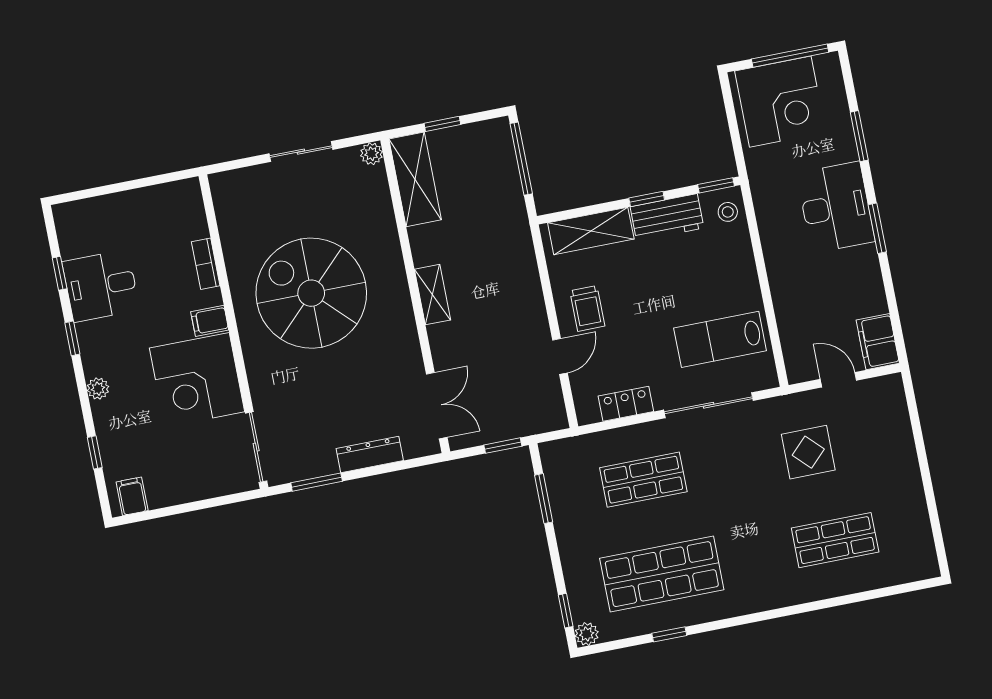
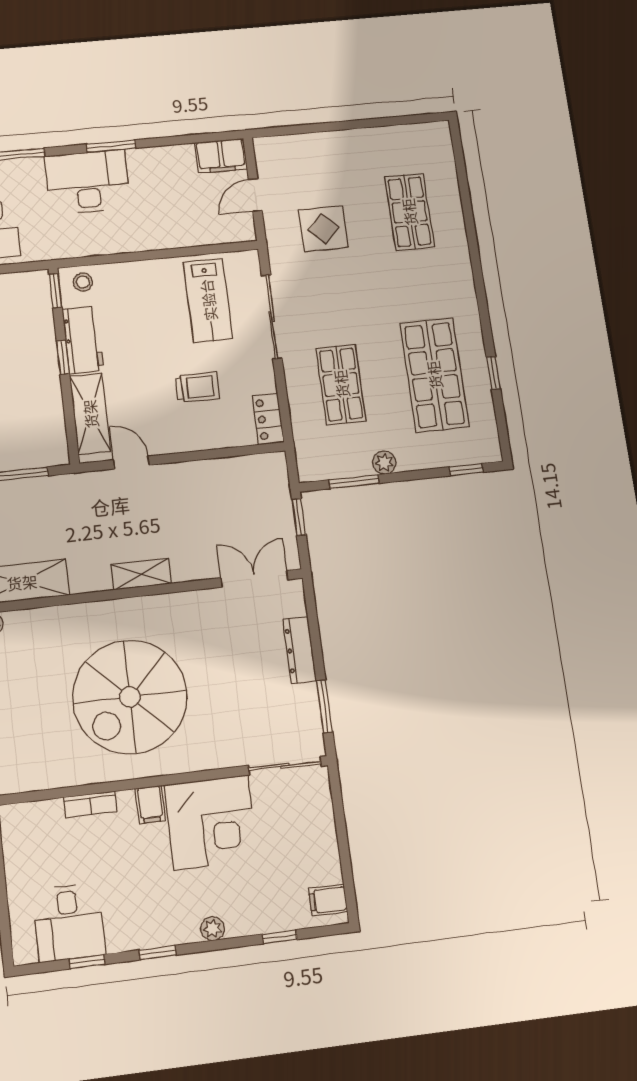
desk: (101, 286) -> (69, 922), moved
trolley: (587, 308) -> (197, 387), moved
door: (560, 356) -> (131, 463), moved
locker: (626, 404) -> (268, 419), moved
plant: (587, 634) -> (384, 463), moved

